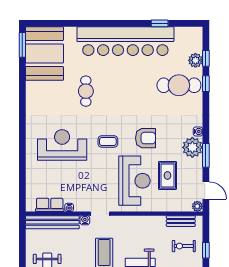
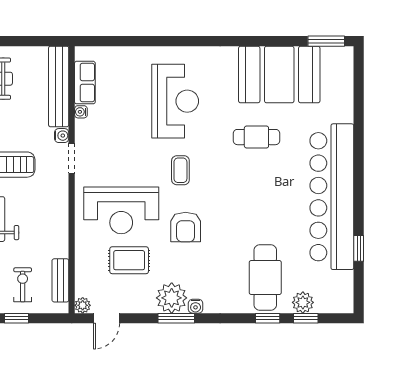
booth: (44, 54) -> (279, 75), moved
window: (206, 155) -> (176, 318), moved

